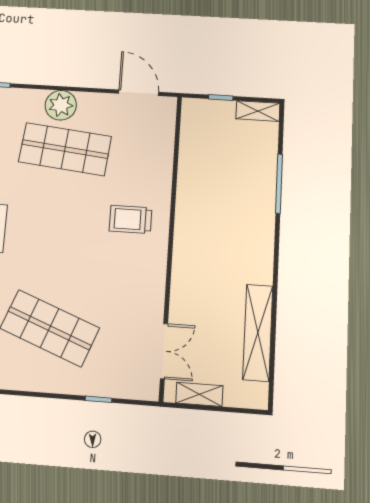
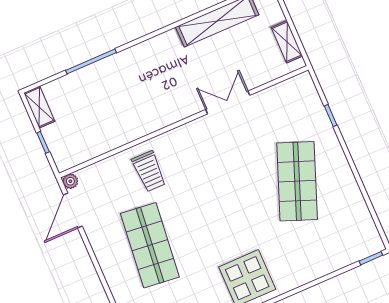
plant: (61, 105) -> (70, 181), moved, width x0.53, depth x0.53
trolley: (130, 219) -> (149, 171), moved
double door: (164, 351) -> (228, 102), moved

